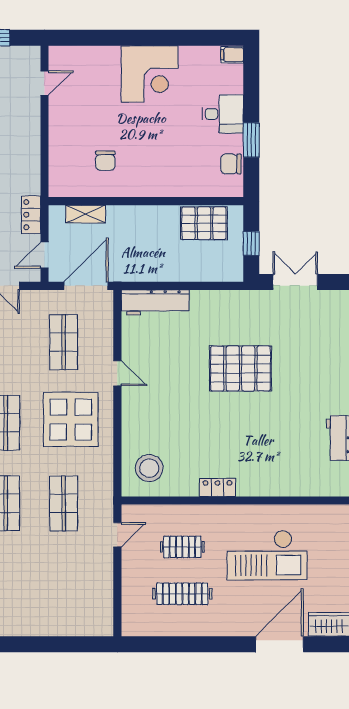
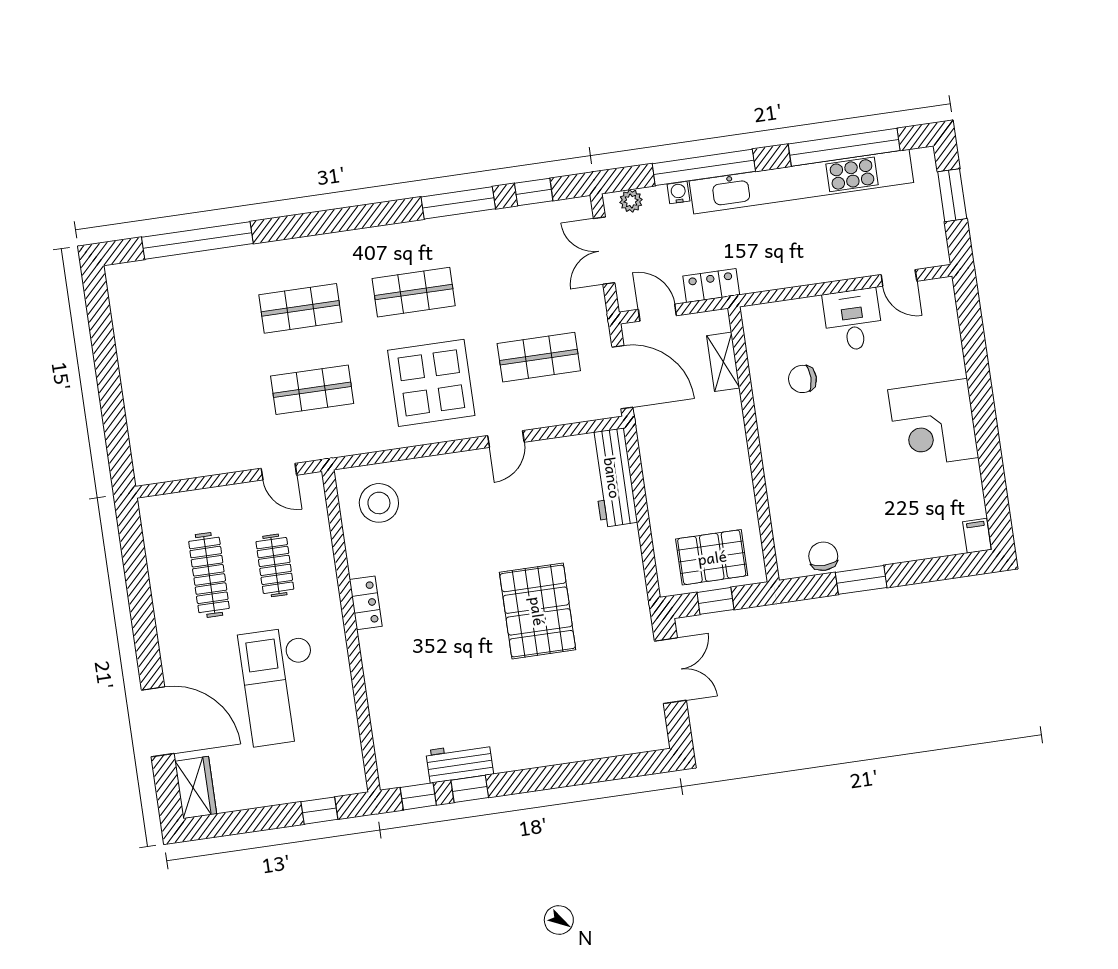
desk: (223, 114) -> (853, 320), moved, turned 180
pallet: (204, 223) -> (712, 557), moved, turned 90

